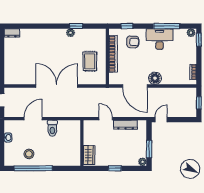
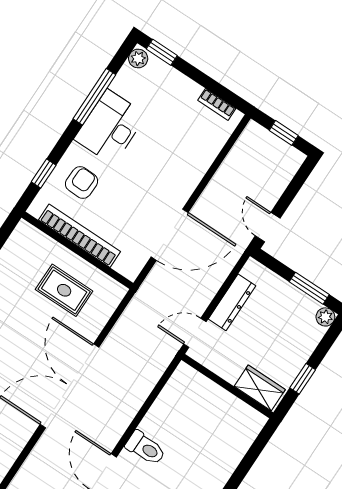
floor lamp: (155, 78) -> (180, 186), removed
wall: (82, 143) -> (227, 386), moved
wardrobe: (89, 155) -> (260, 388), moved

